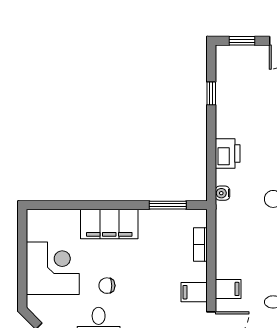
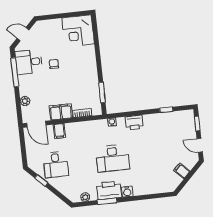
filing cabinet: (109, 224) -> (88, 61), removed
corner desk: (53, 268) -> (78, 31), moved, turned 90
filing cabinet: (194, 292) -> (61, 112), width x2.00

